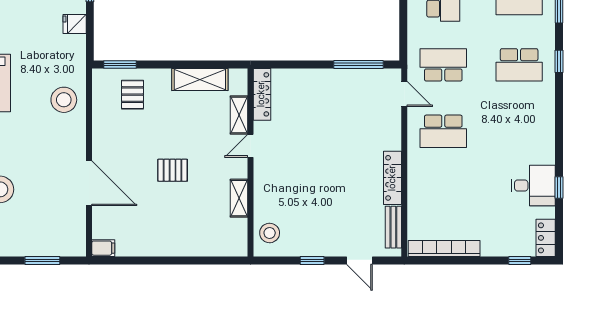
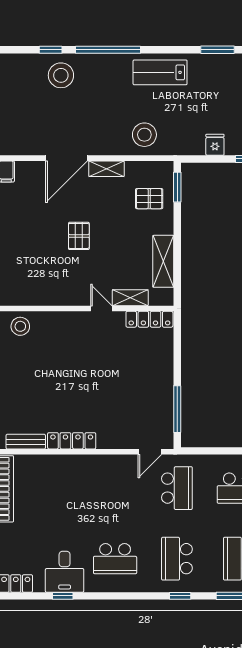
school desk: (443, 131) -> (115, 559), moved, turned -90
shelving: (239, 198) -> (106, 169), moved

